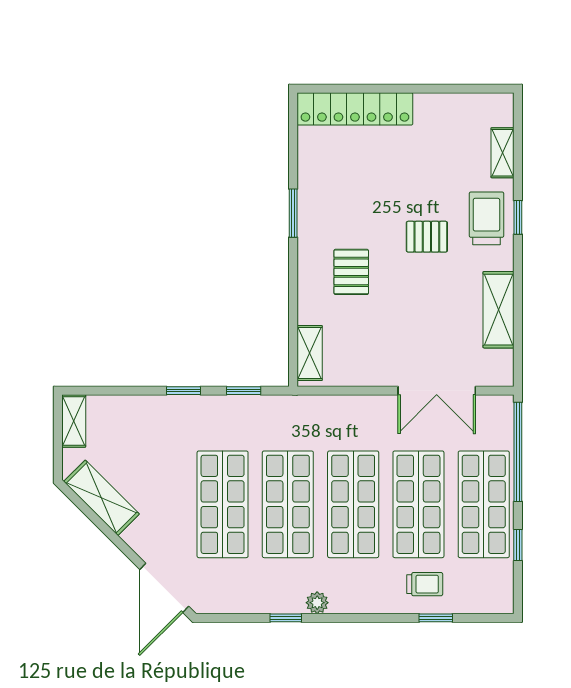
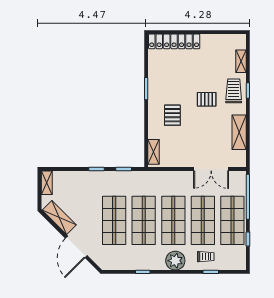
door: (164, 588) -> (76, 247), moved
plant: (317, 603) -> (175, 261), moved, width x1.87, depth x1.87

